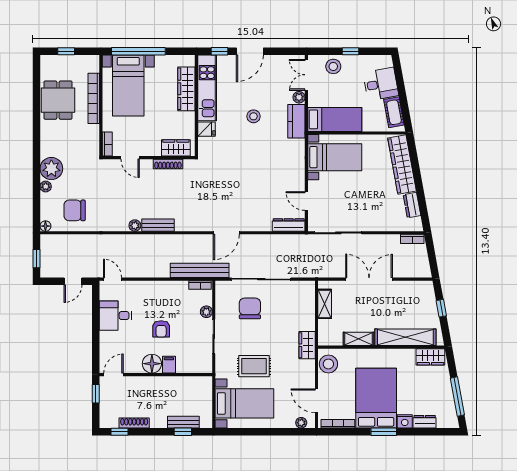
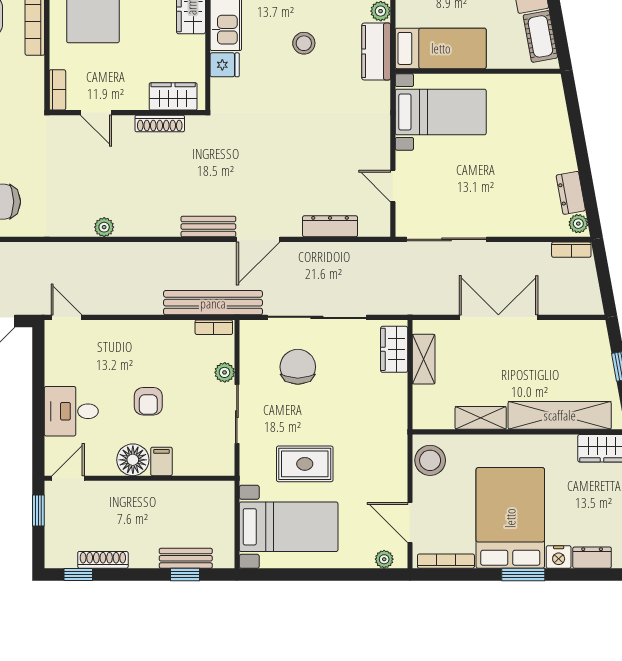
wardrobe: (402, 164) -> (554, 124), removed
plant: (416, 223) -> (578, 224), added
bench: (158, 225) -> (208, 227), moved
dresser: (289, 225) -> (330, 226), moved
desk: (115, 316) -> (71, 411), moved
wardrobe: (307, 345) -> (394, 349), moved

